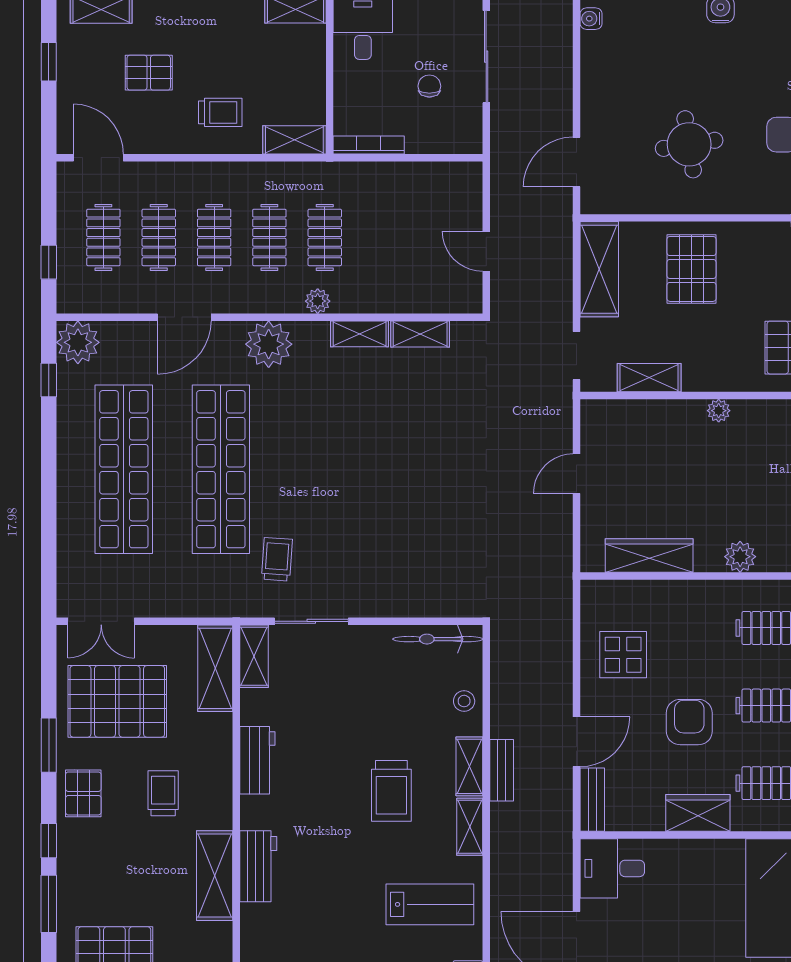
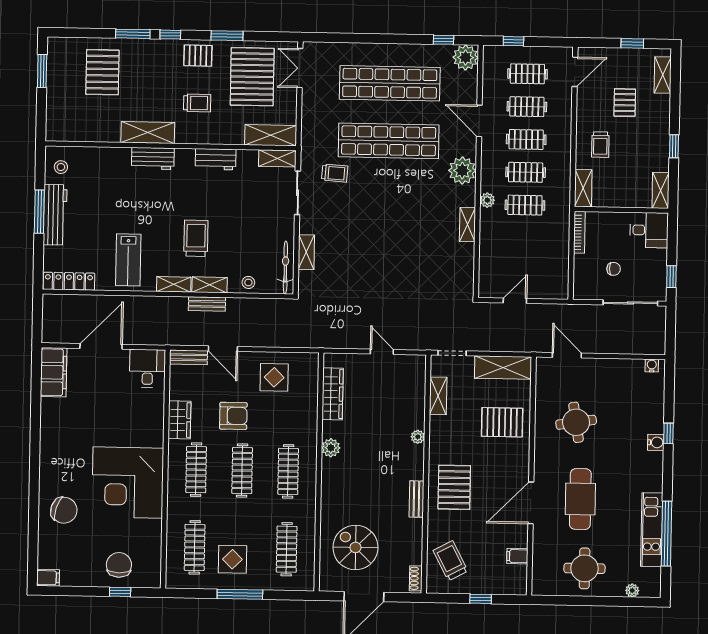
shelving: (420, 334) -> (306, 252), moved
trolley: (391, 791) -> (196, 238), turned 90

